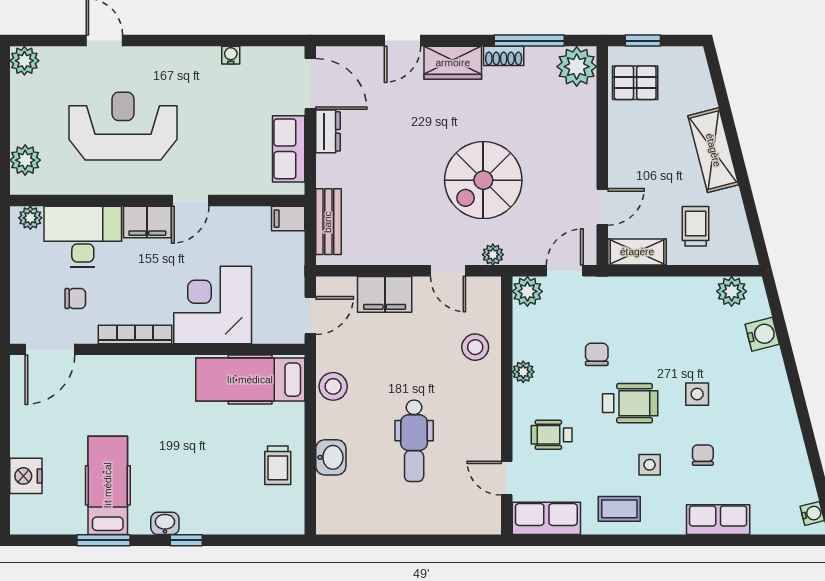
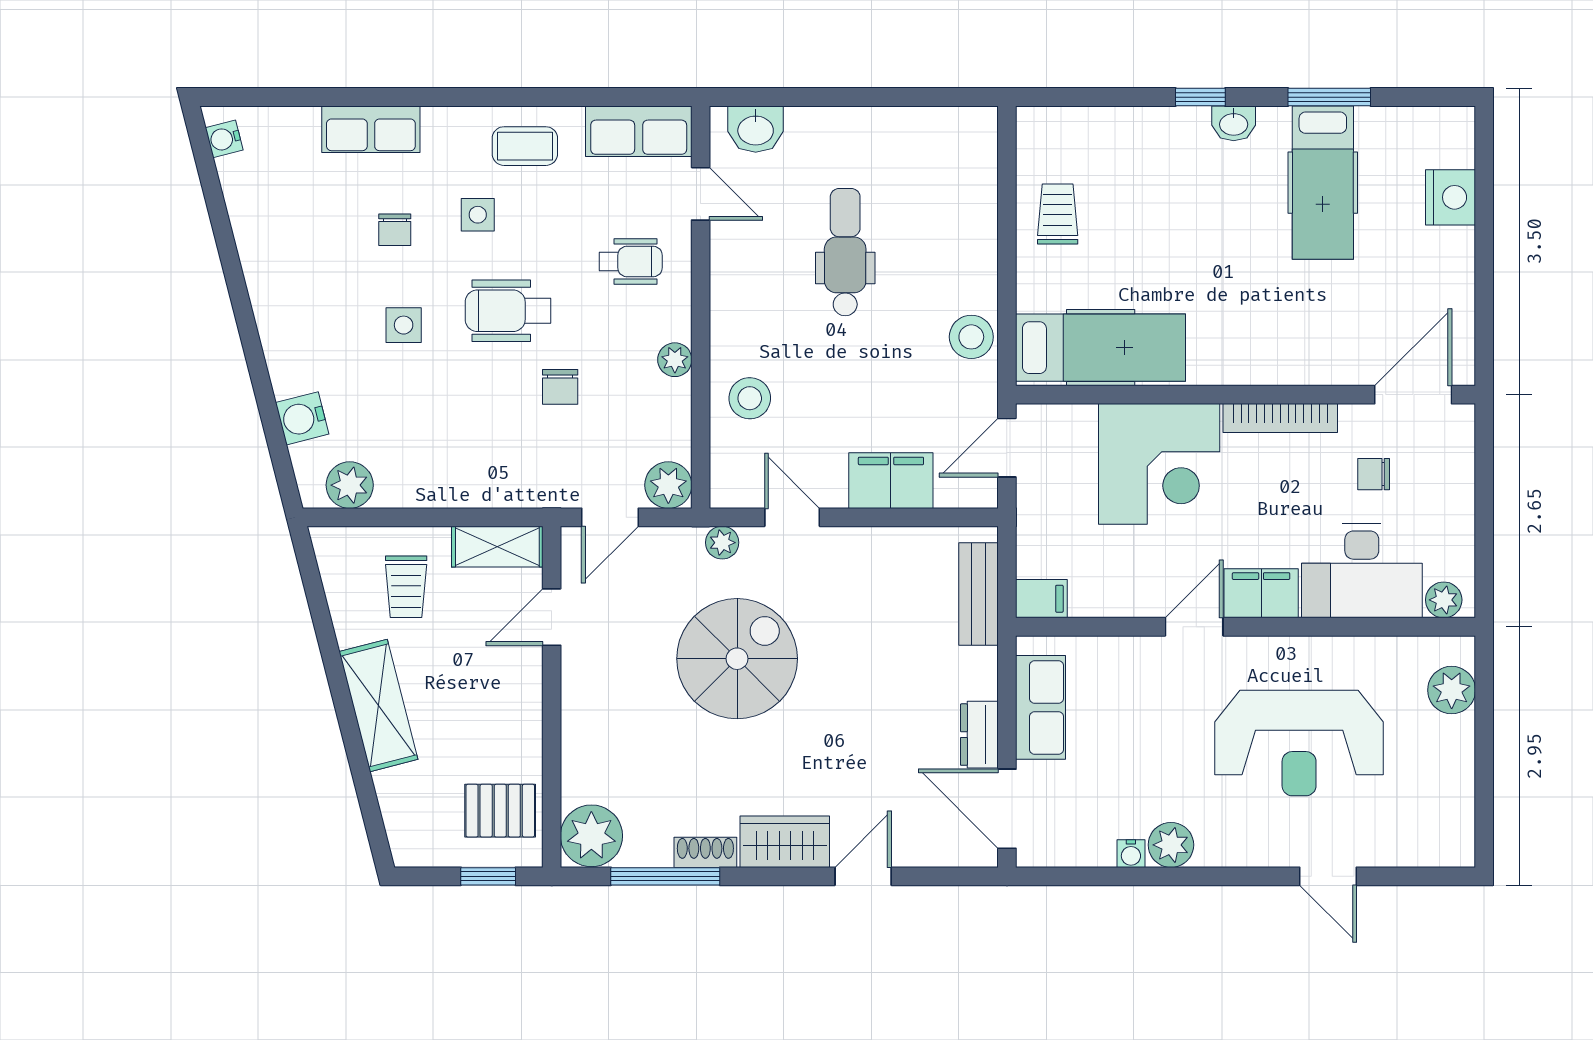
plant: (24, 61) -> (1171, 845), moved
washbasin: (331, 457) -> (756, 129), moved, turned -90

